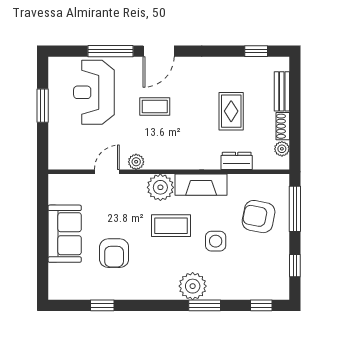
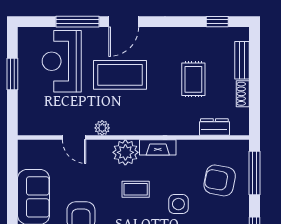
coffee table: (155, 107) -> (120, 75), width x1.86, depth x1.72
plant: (282, 149) -> (242, 115), removed
dresser: (237, 161) -> (214, 127), moved
door: (107, 172) -> (74, 137), swing flipped
fireplace: (201, 185) -> (158, 147), width x0.73, depth x0.76
coffee table: (171, 226) -> (136, 189), width x0.73, depth x0.77

